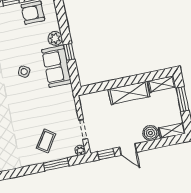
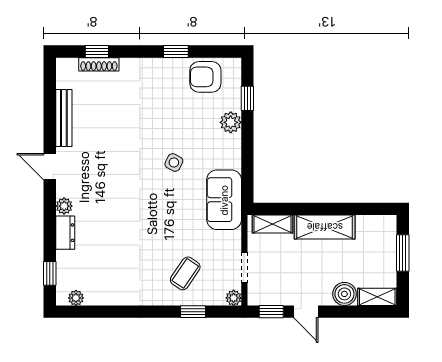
window: (69, 52) -> (247, 98), moved
sofa: (56, 66) -> (224, 200), moved
shelving: (162, 84) -> (272, 224), moved
window: (56, 164) -> (193, 312), width x0.67

